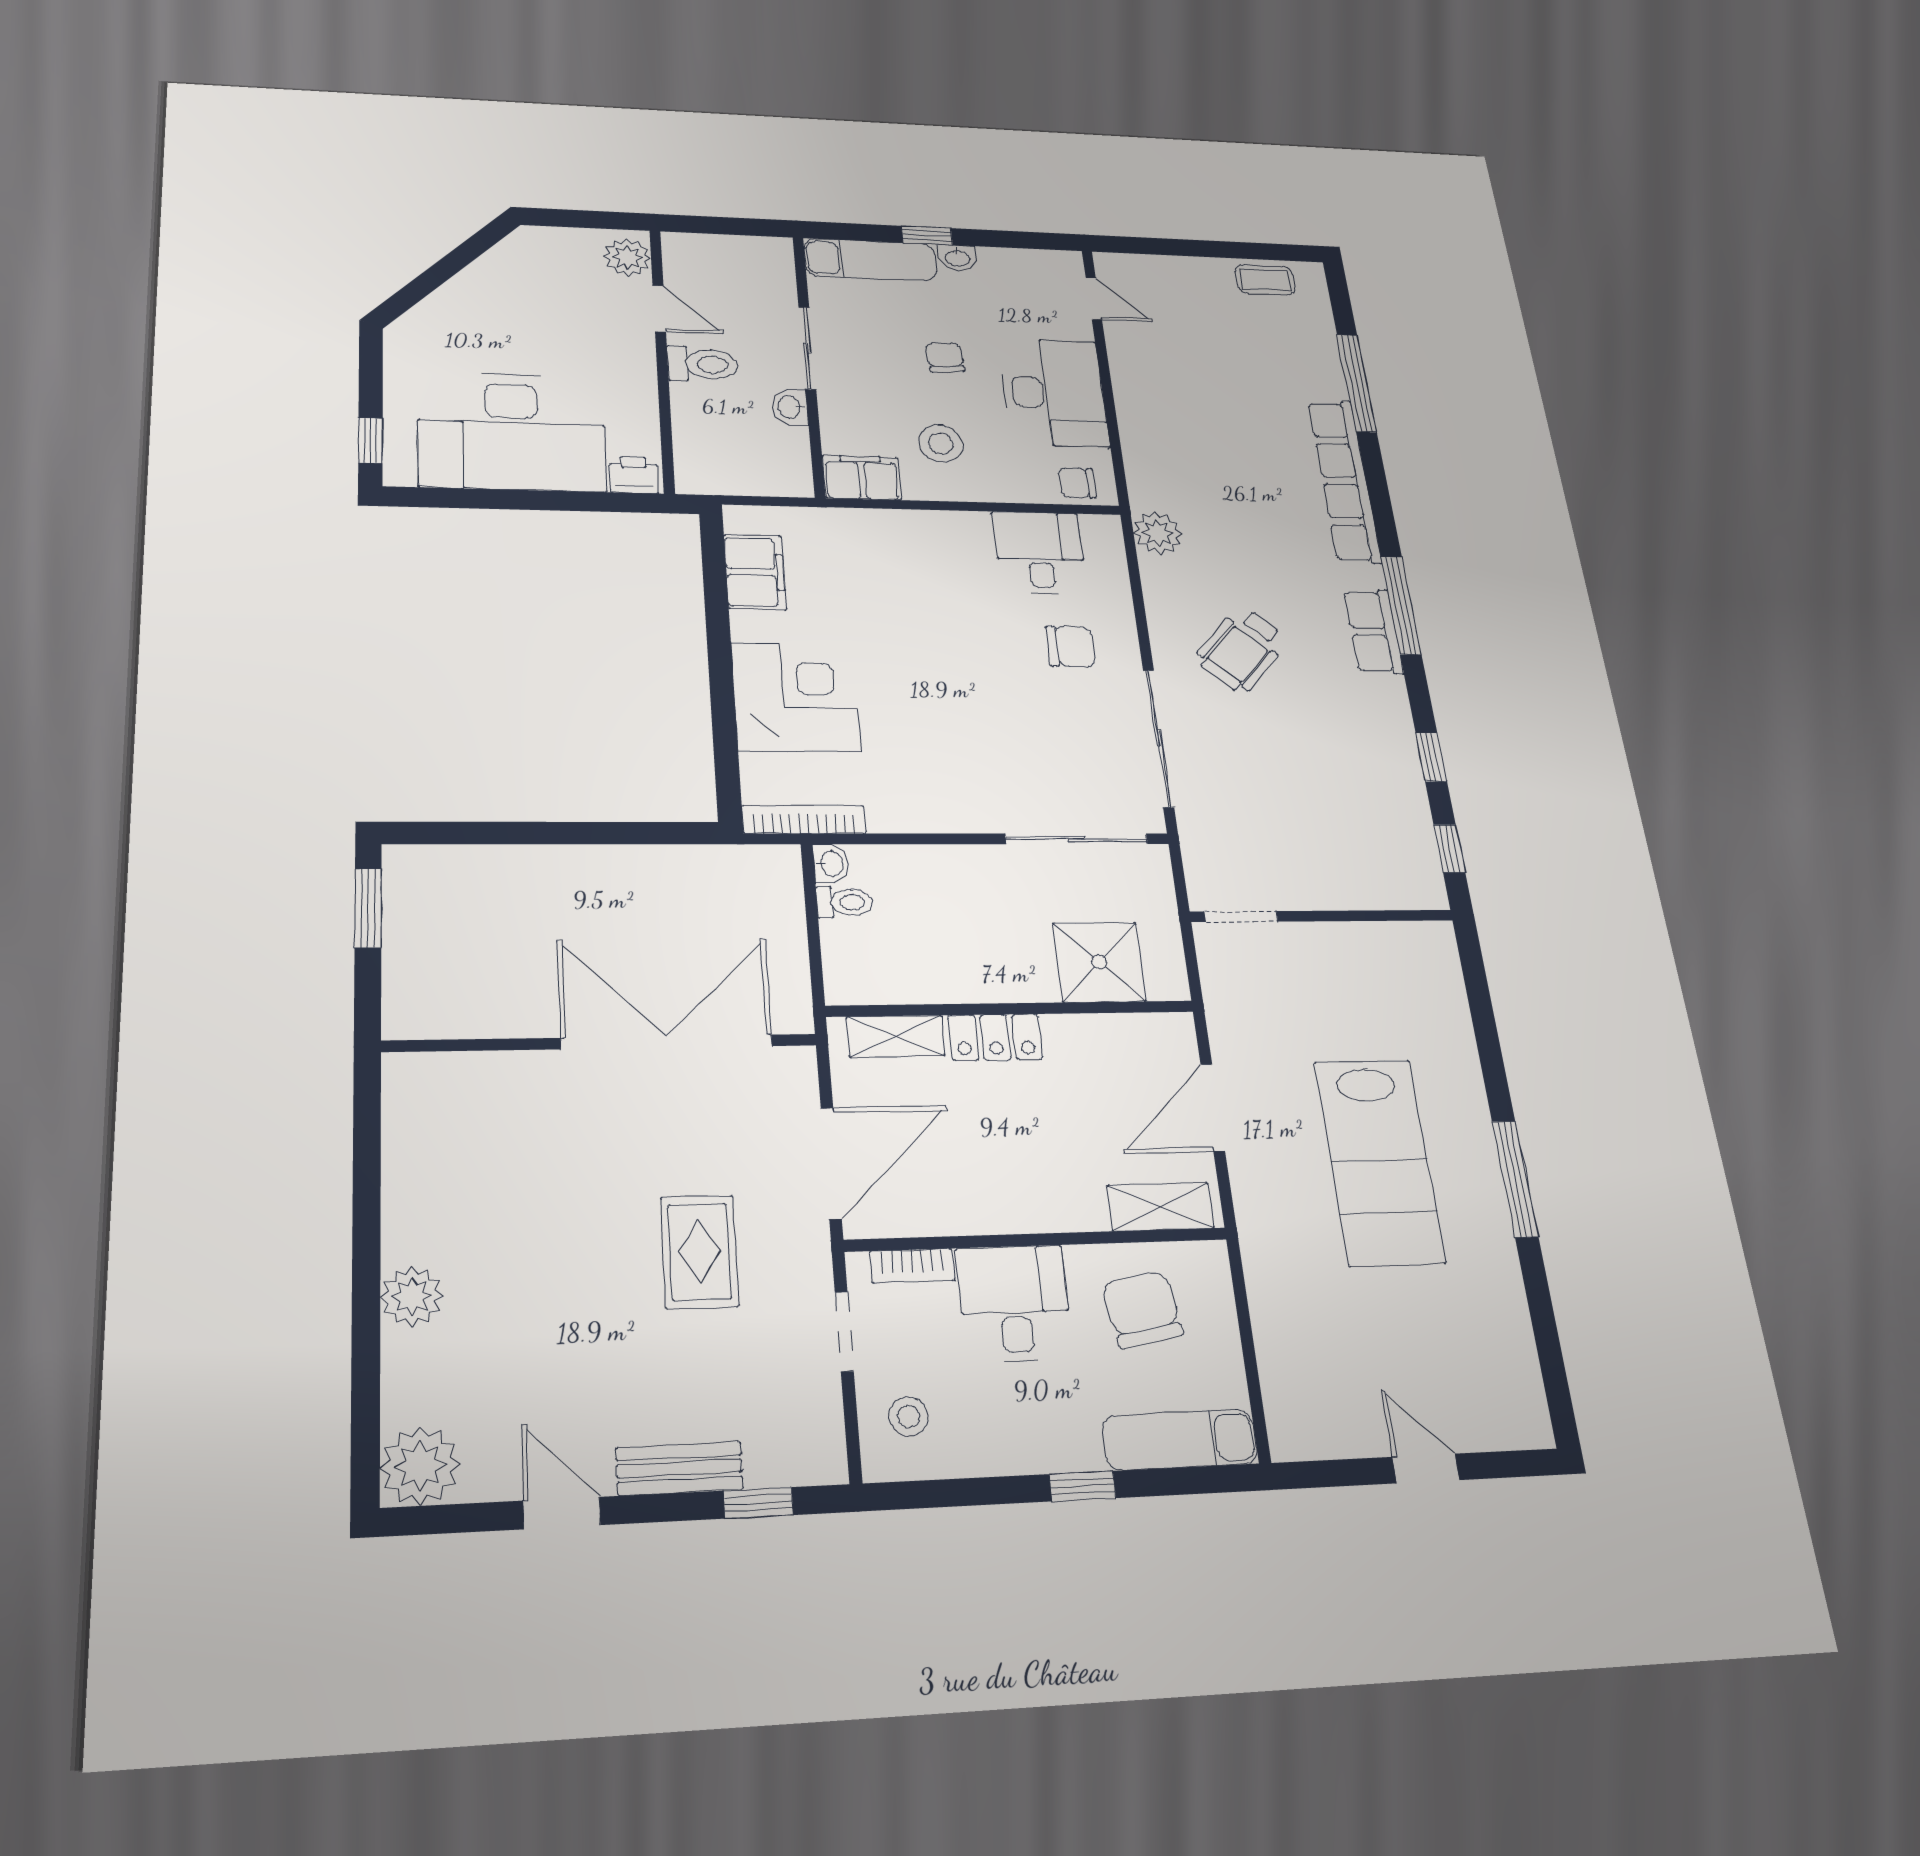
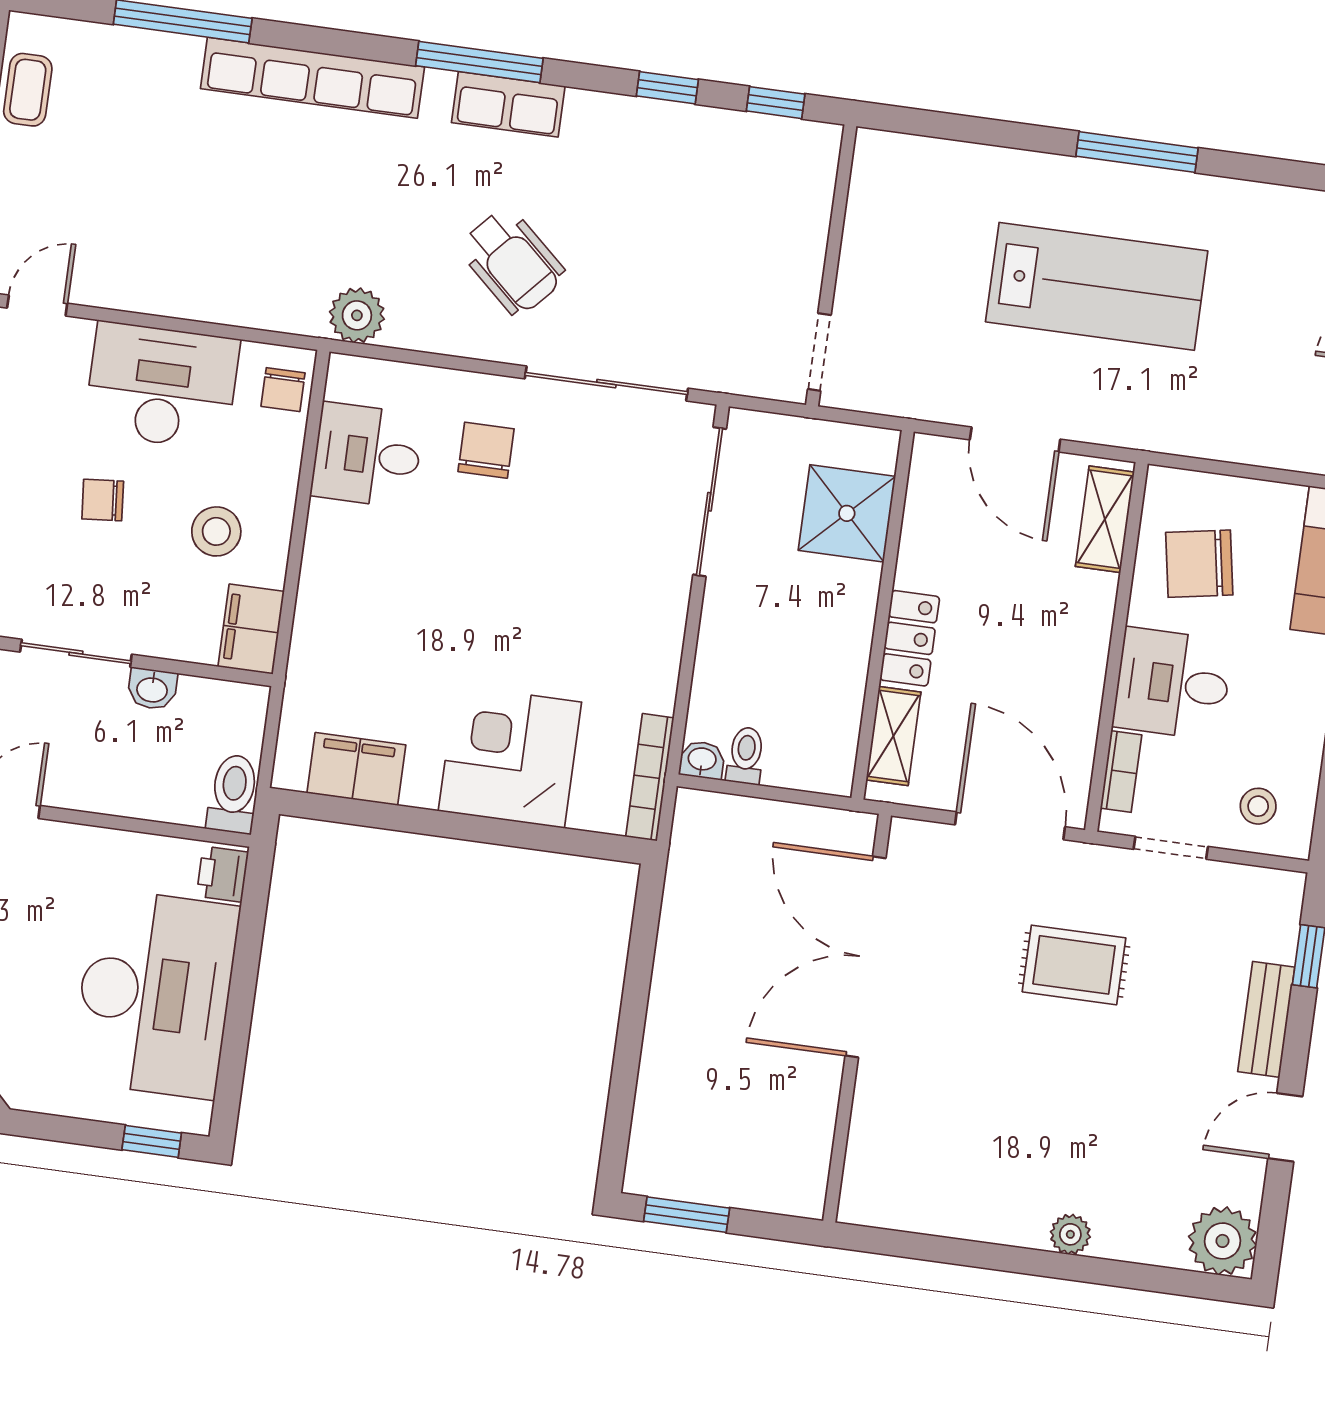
toilet: (703, 364) -> (233, 794), moved
plant: (412, 1296) -> (1070, 1234), width x0.73, depth x0.73

